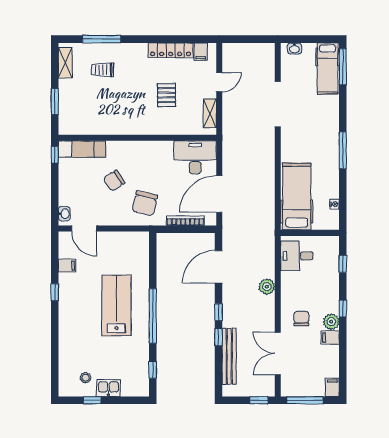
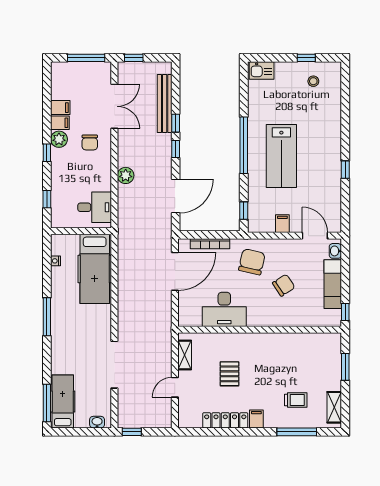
window: (261, 39) -> (132, 432), added
filing cabinet: (201, 52) -> (256, 419), moved
exam couch: (82, 149) -> (333, 284), moved, turned -90
desk: (195, 157) -> (224, 309), moved
filing cabinet: (67, 266) -> (282, 224), moved, turned 90
window: (153, 370) -> (244, 211), moved
filing cabinet: (332, 387) -> (60, 108), moved, turned -90
kitchen sink: (108, 388) -> (262, 70), moved

